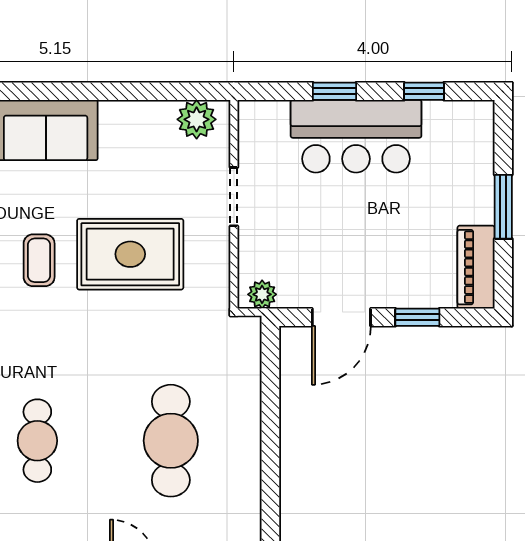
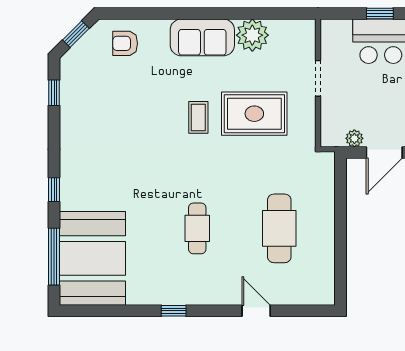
plant: (197, 119) -> (252, 35), moved, width x1.36, depth x1.36
plant: (262, 294) -> (354, 138), moved

